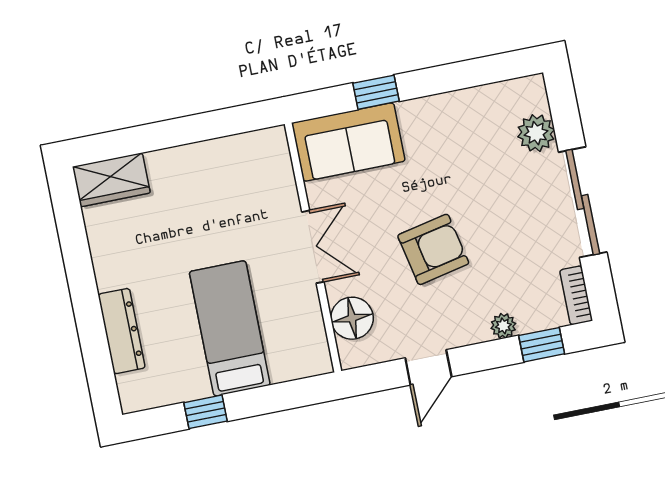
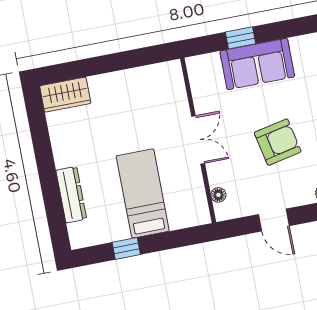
sofa: (348, 142) -> (257, 64), moved
floor lamp: (352, 318) -> (218, 195), width x0.53, depth x0.53
door: (428, 367) -> (274, 220), hinge flipped

